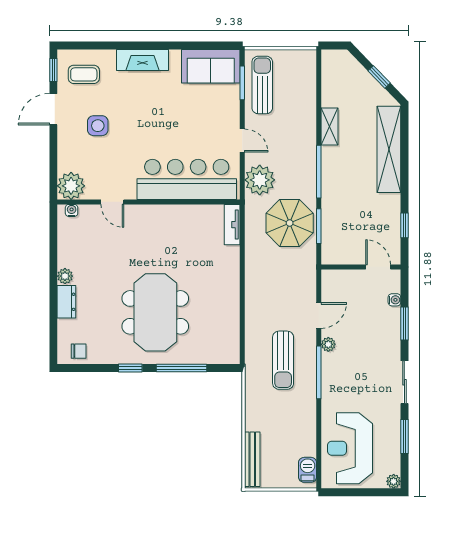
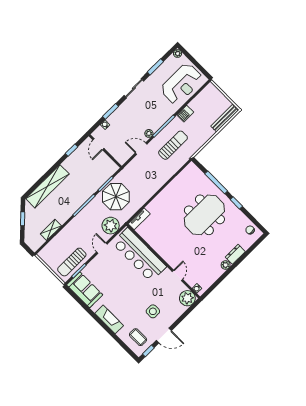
shelving: (329, 127) -> (51, 230), moved
barbecue: (308, 470) -> (185, 114), moved

